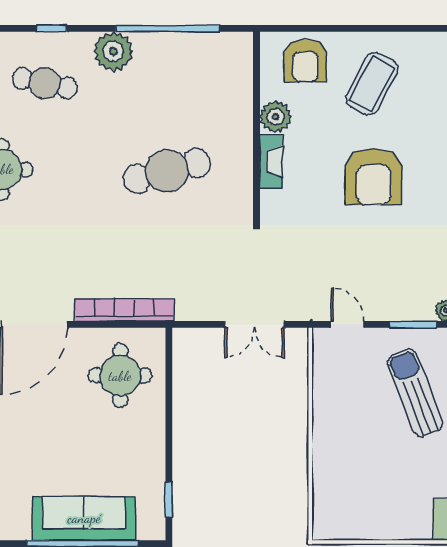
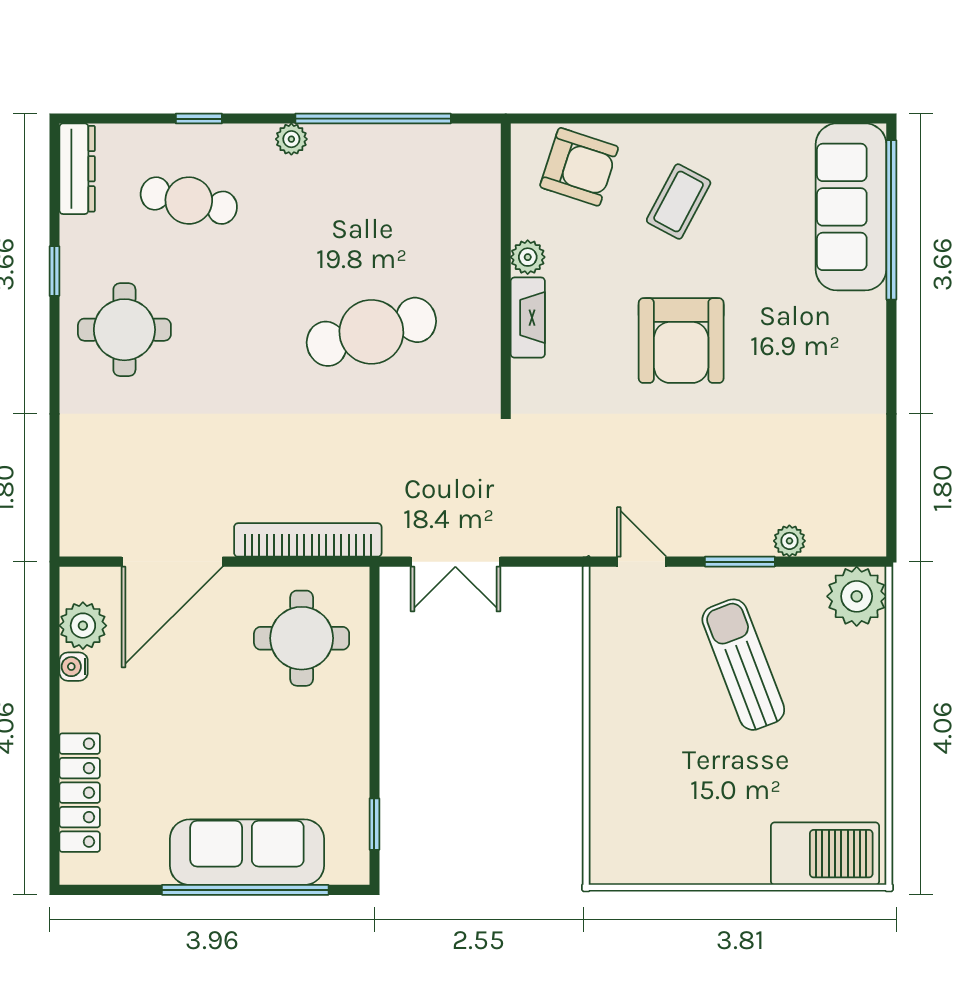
plant: (113, 51) -> (291, 139), width x0.53, depth x0.53
armchair: (306, 61) -> (579, 167), turned -72
coffee table: (372, 84) -> (679, 201), width x0.73, depth x0.77
plant: (275, 117) -> (528, 257), width x0.73, depth x0.73
double door: (255, 324) -> (455, 562), moved

